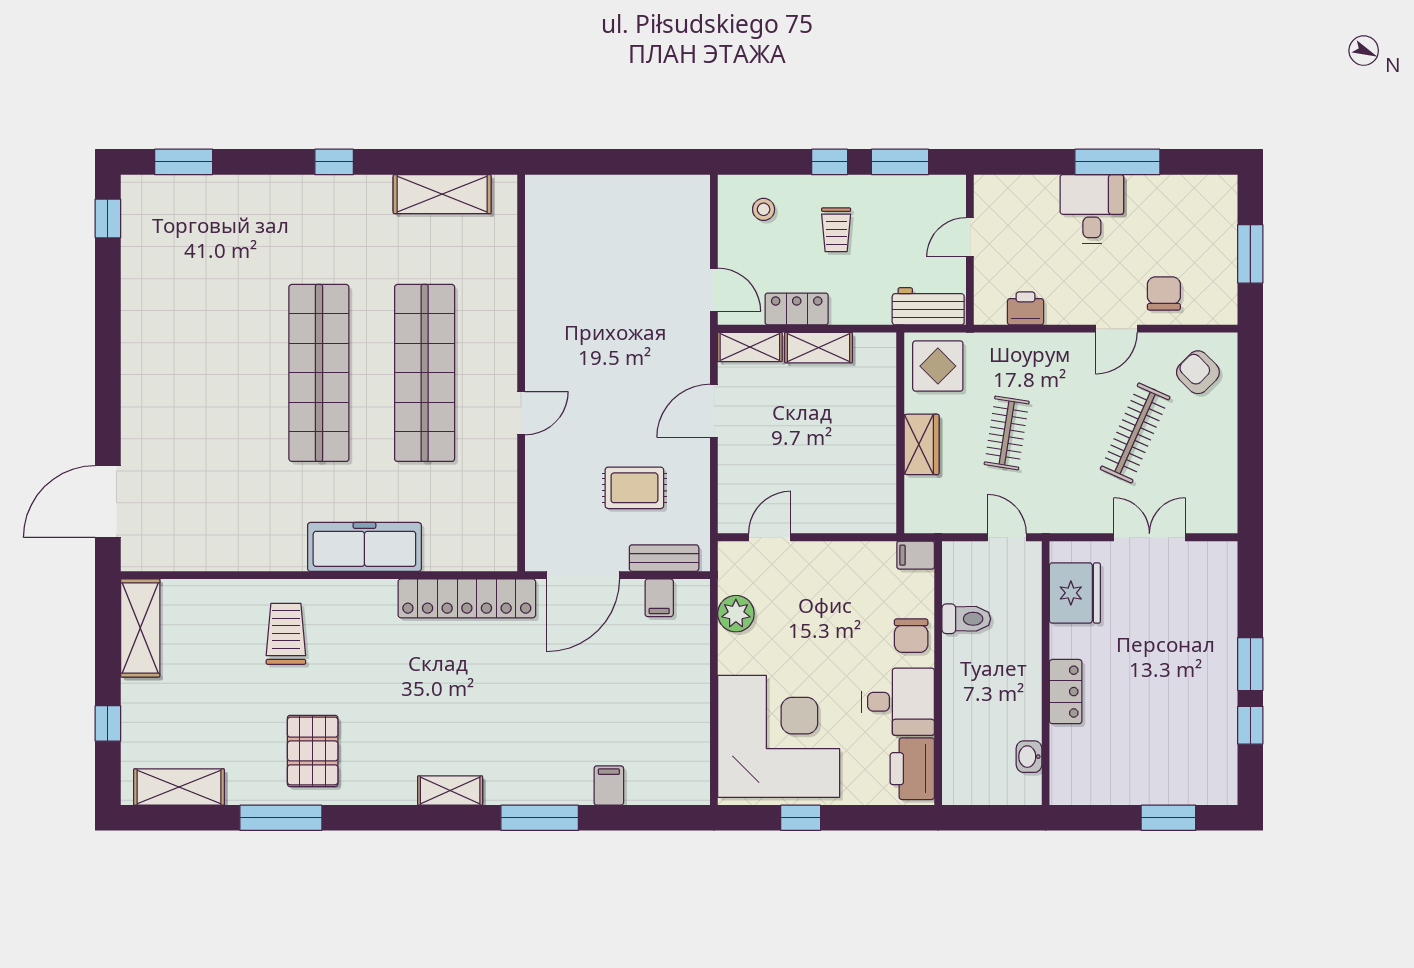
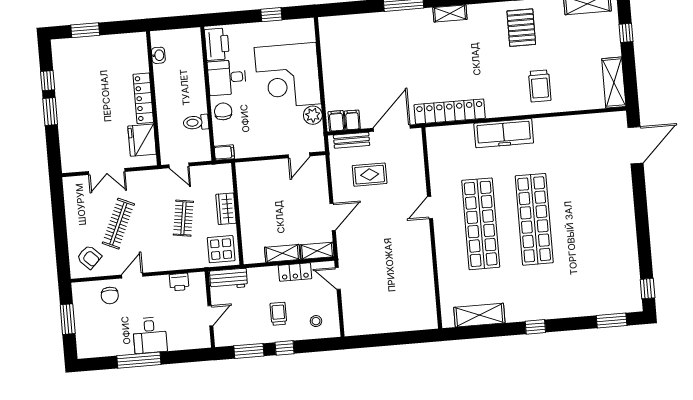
locker: (1066, 692) -> (143, 98), width x1.53
corner desk: (779, 736) -> (288, 76), moved
filing cabinet: (609, 785) -> (336, 121), moved, turned 180

